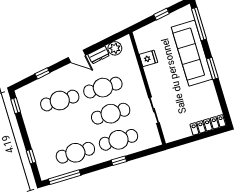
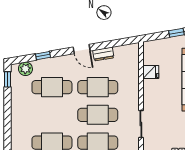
plant: (115, 48) -> (25, 69), moved
window: (31, 157) -> (8, 133), removed

